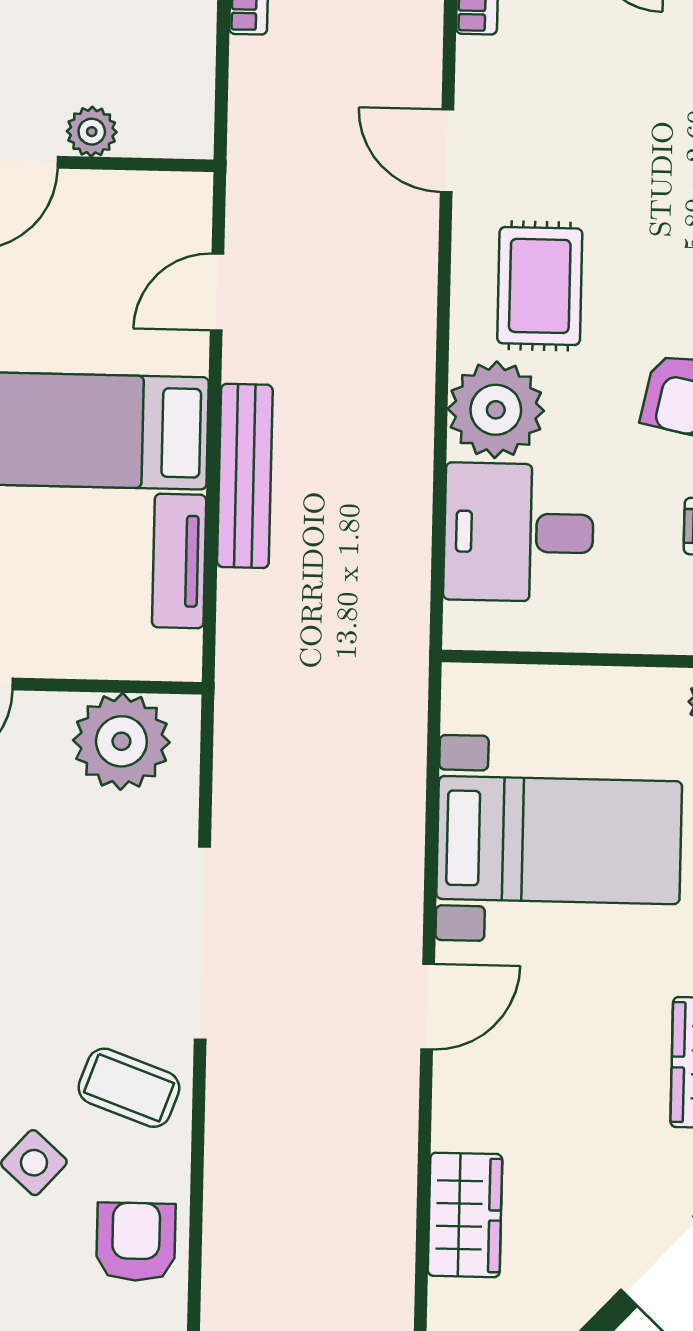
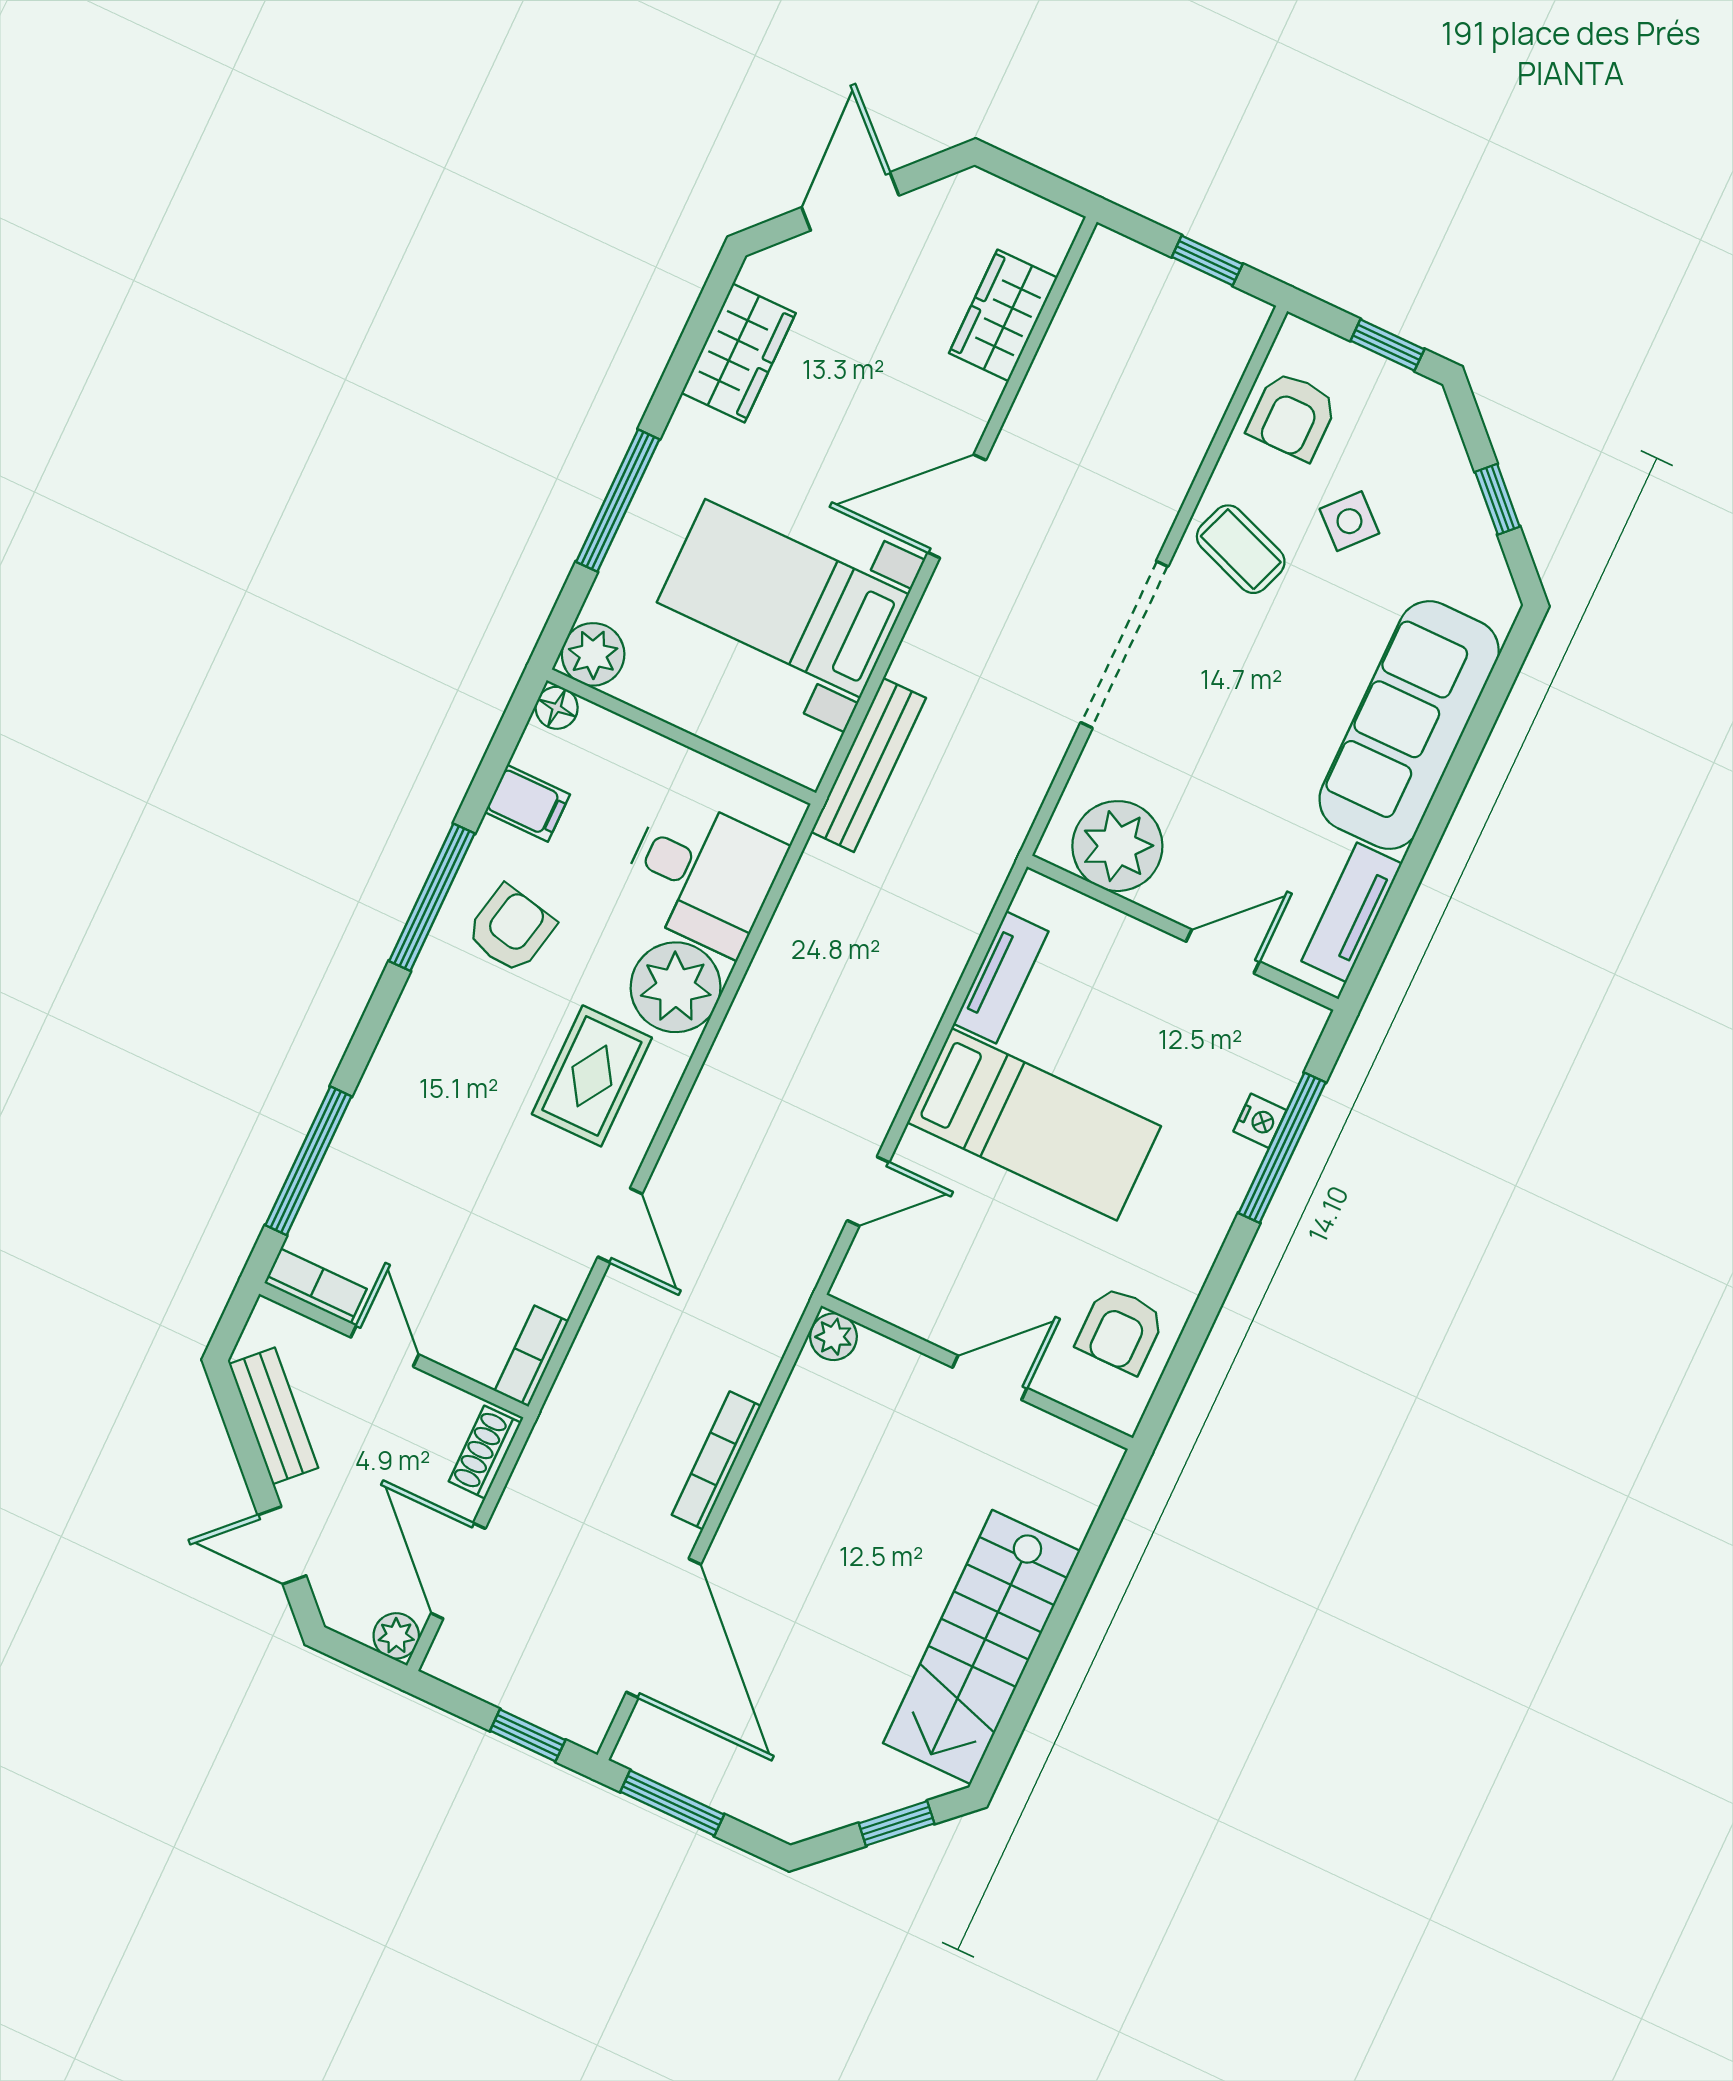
plant: (92, 132) -> (834, 1337), moved
bench: (245, 476) -> (868, 765), moved
door: (428, 1007) -> (957, 506), width x1.38

